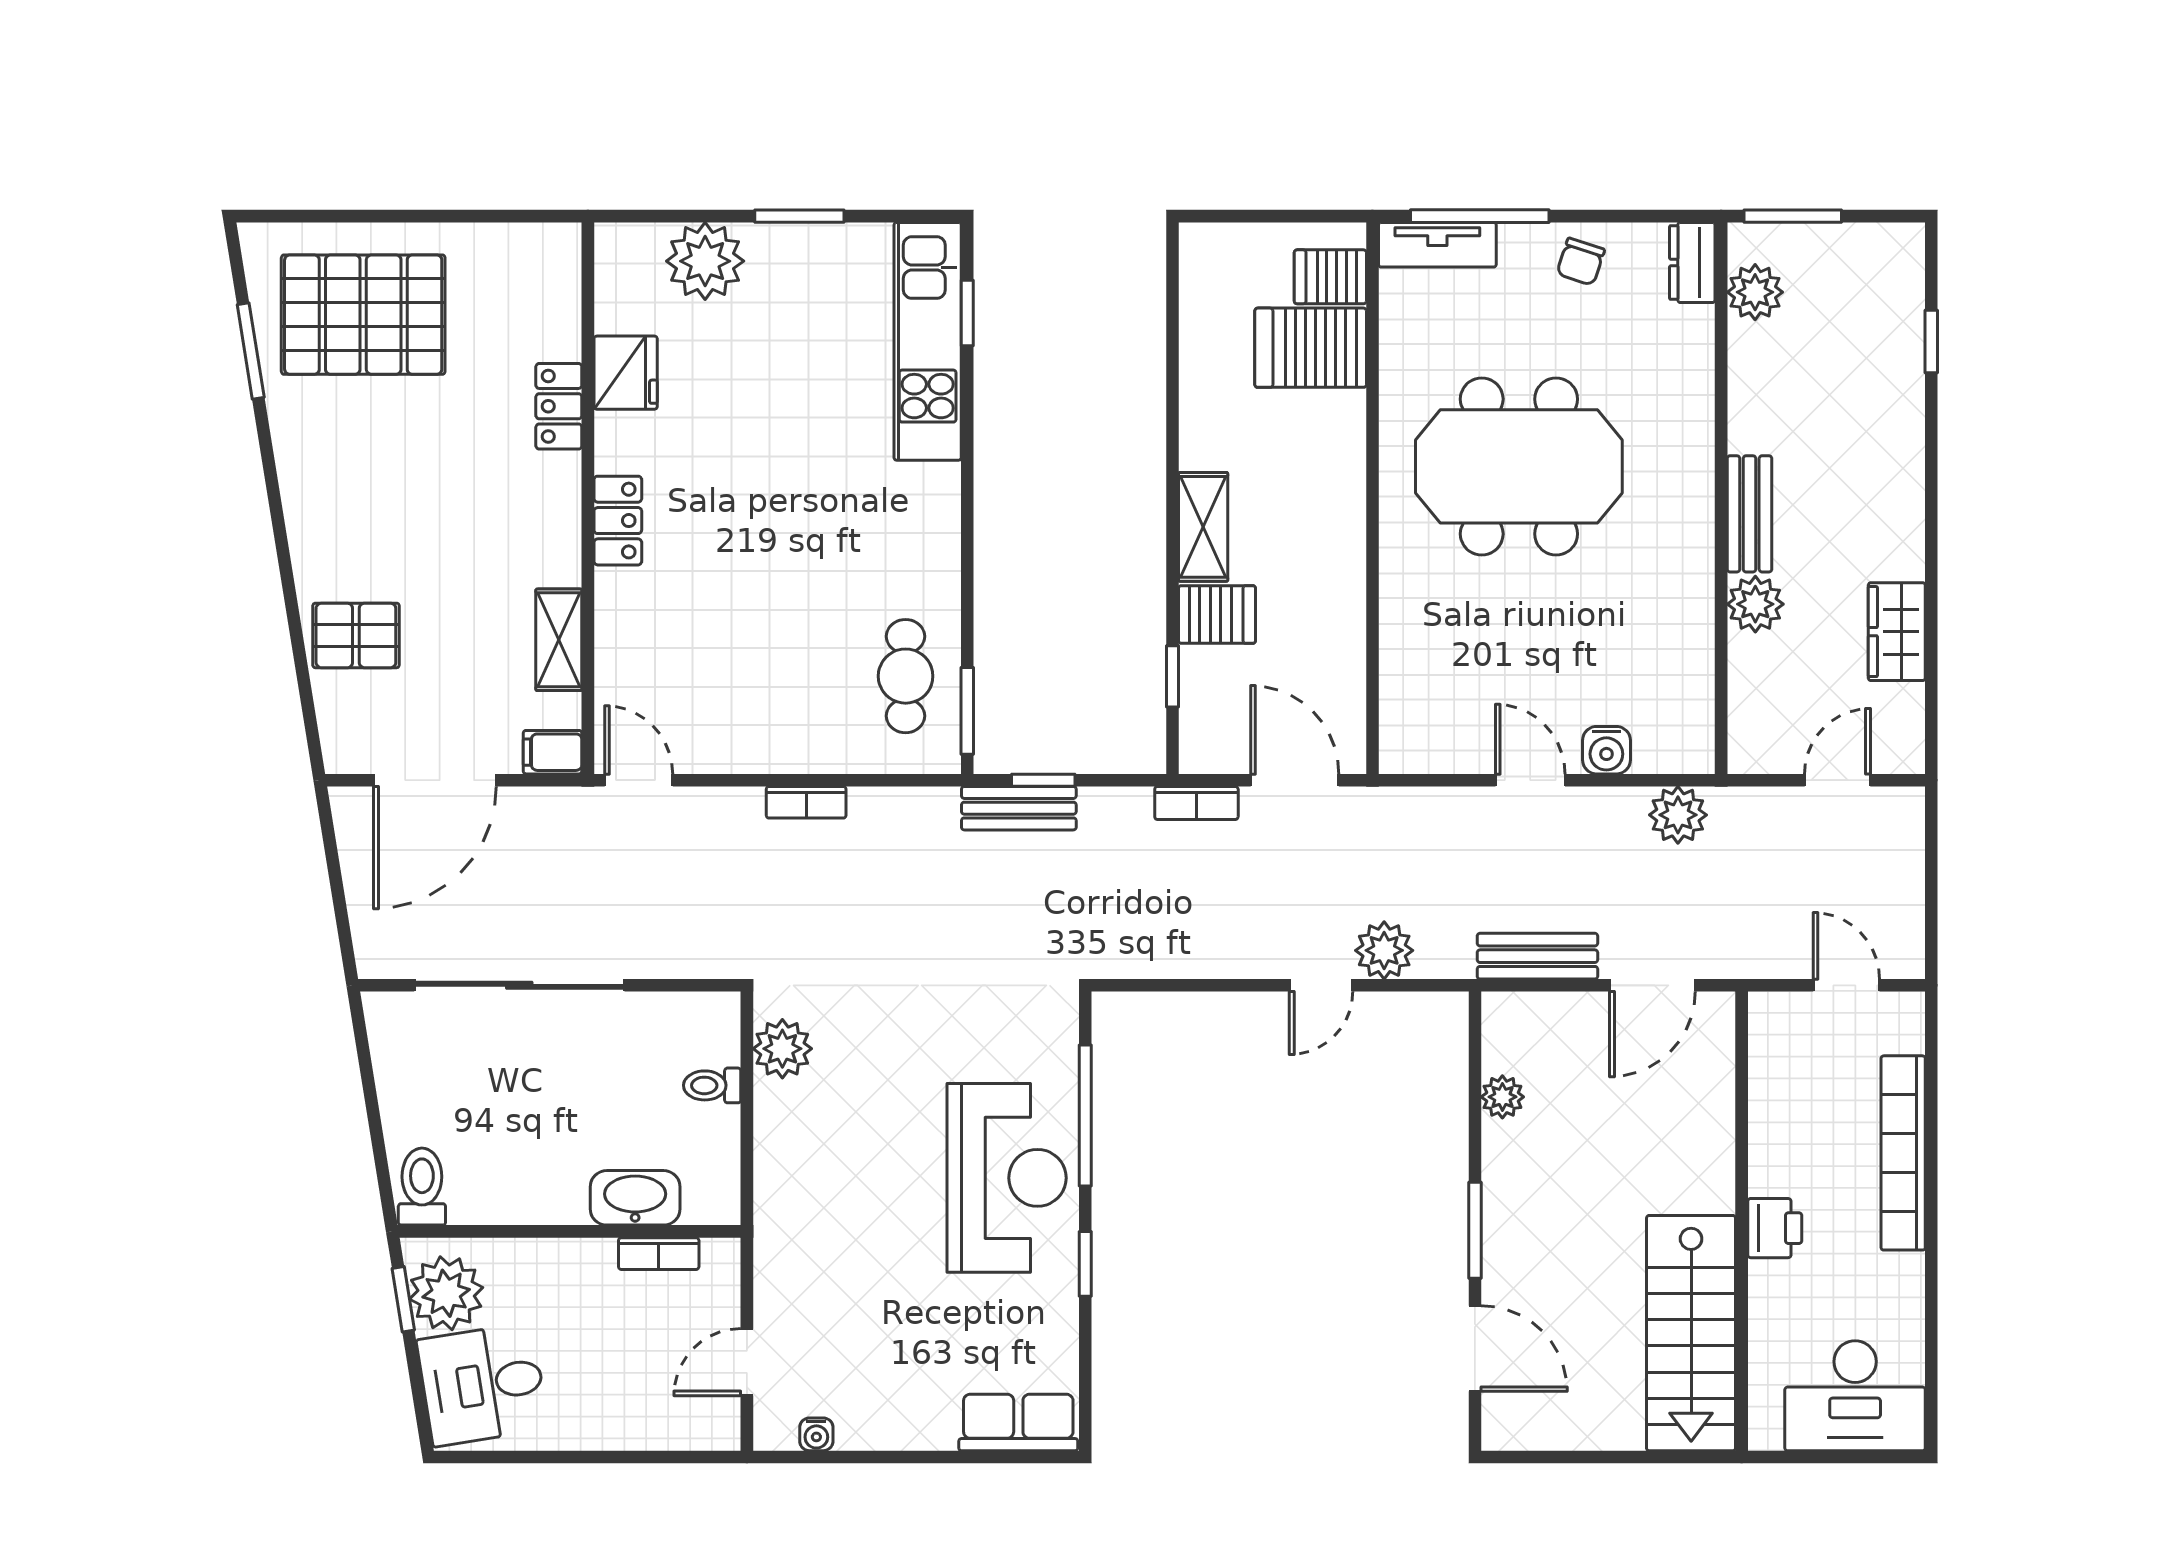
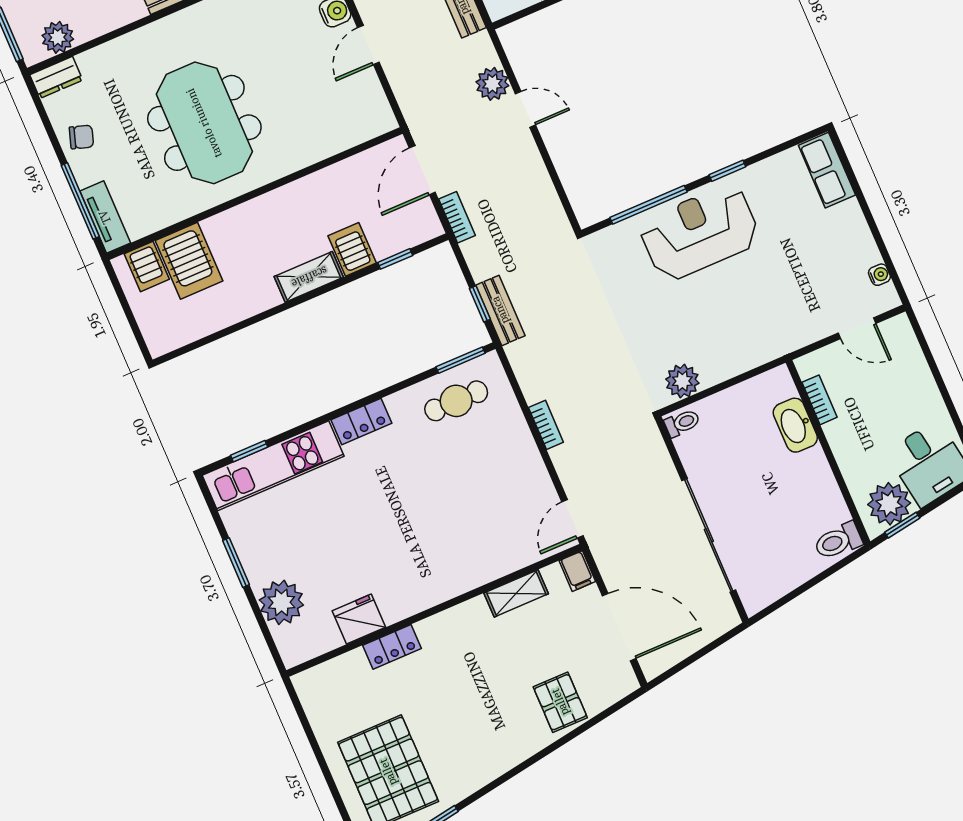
locker: (618, 521) -> (361, 422), moved, turned 180
toilet: (712, 1085) -> (682, 423), moved, turned -90

